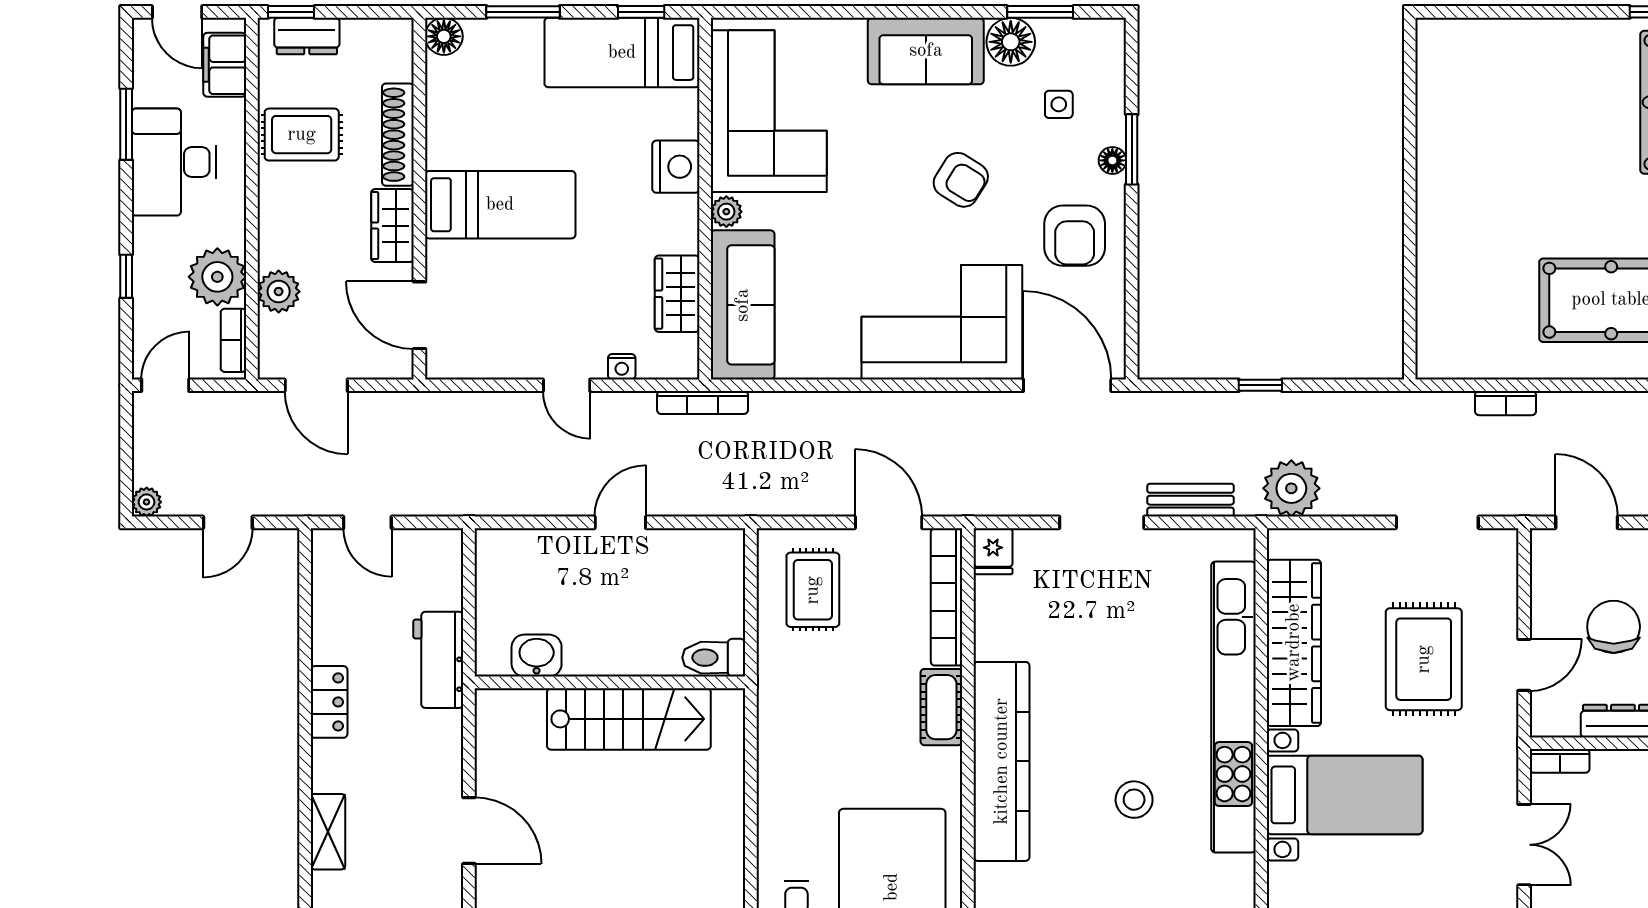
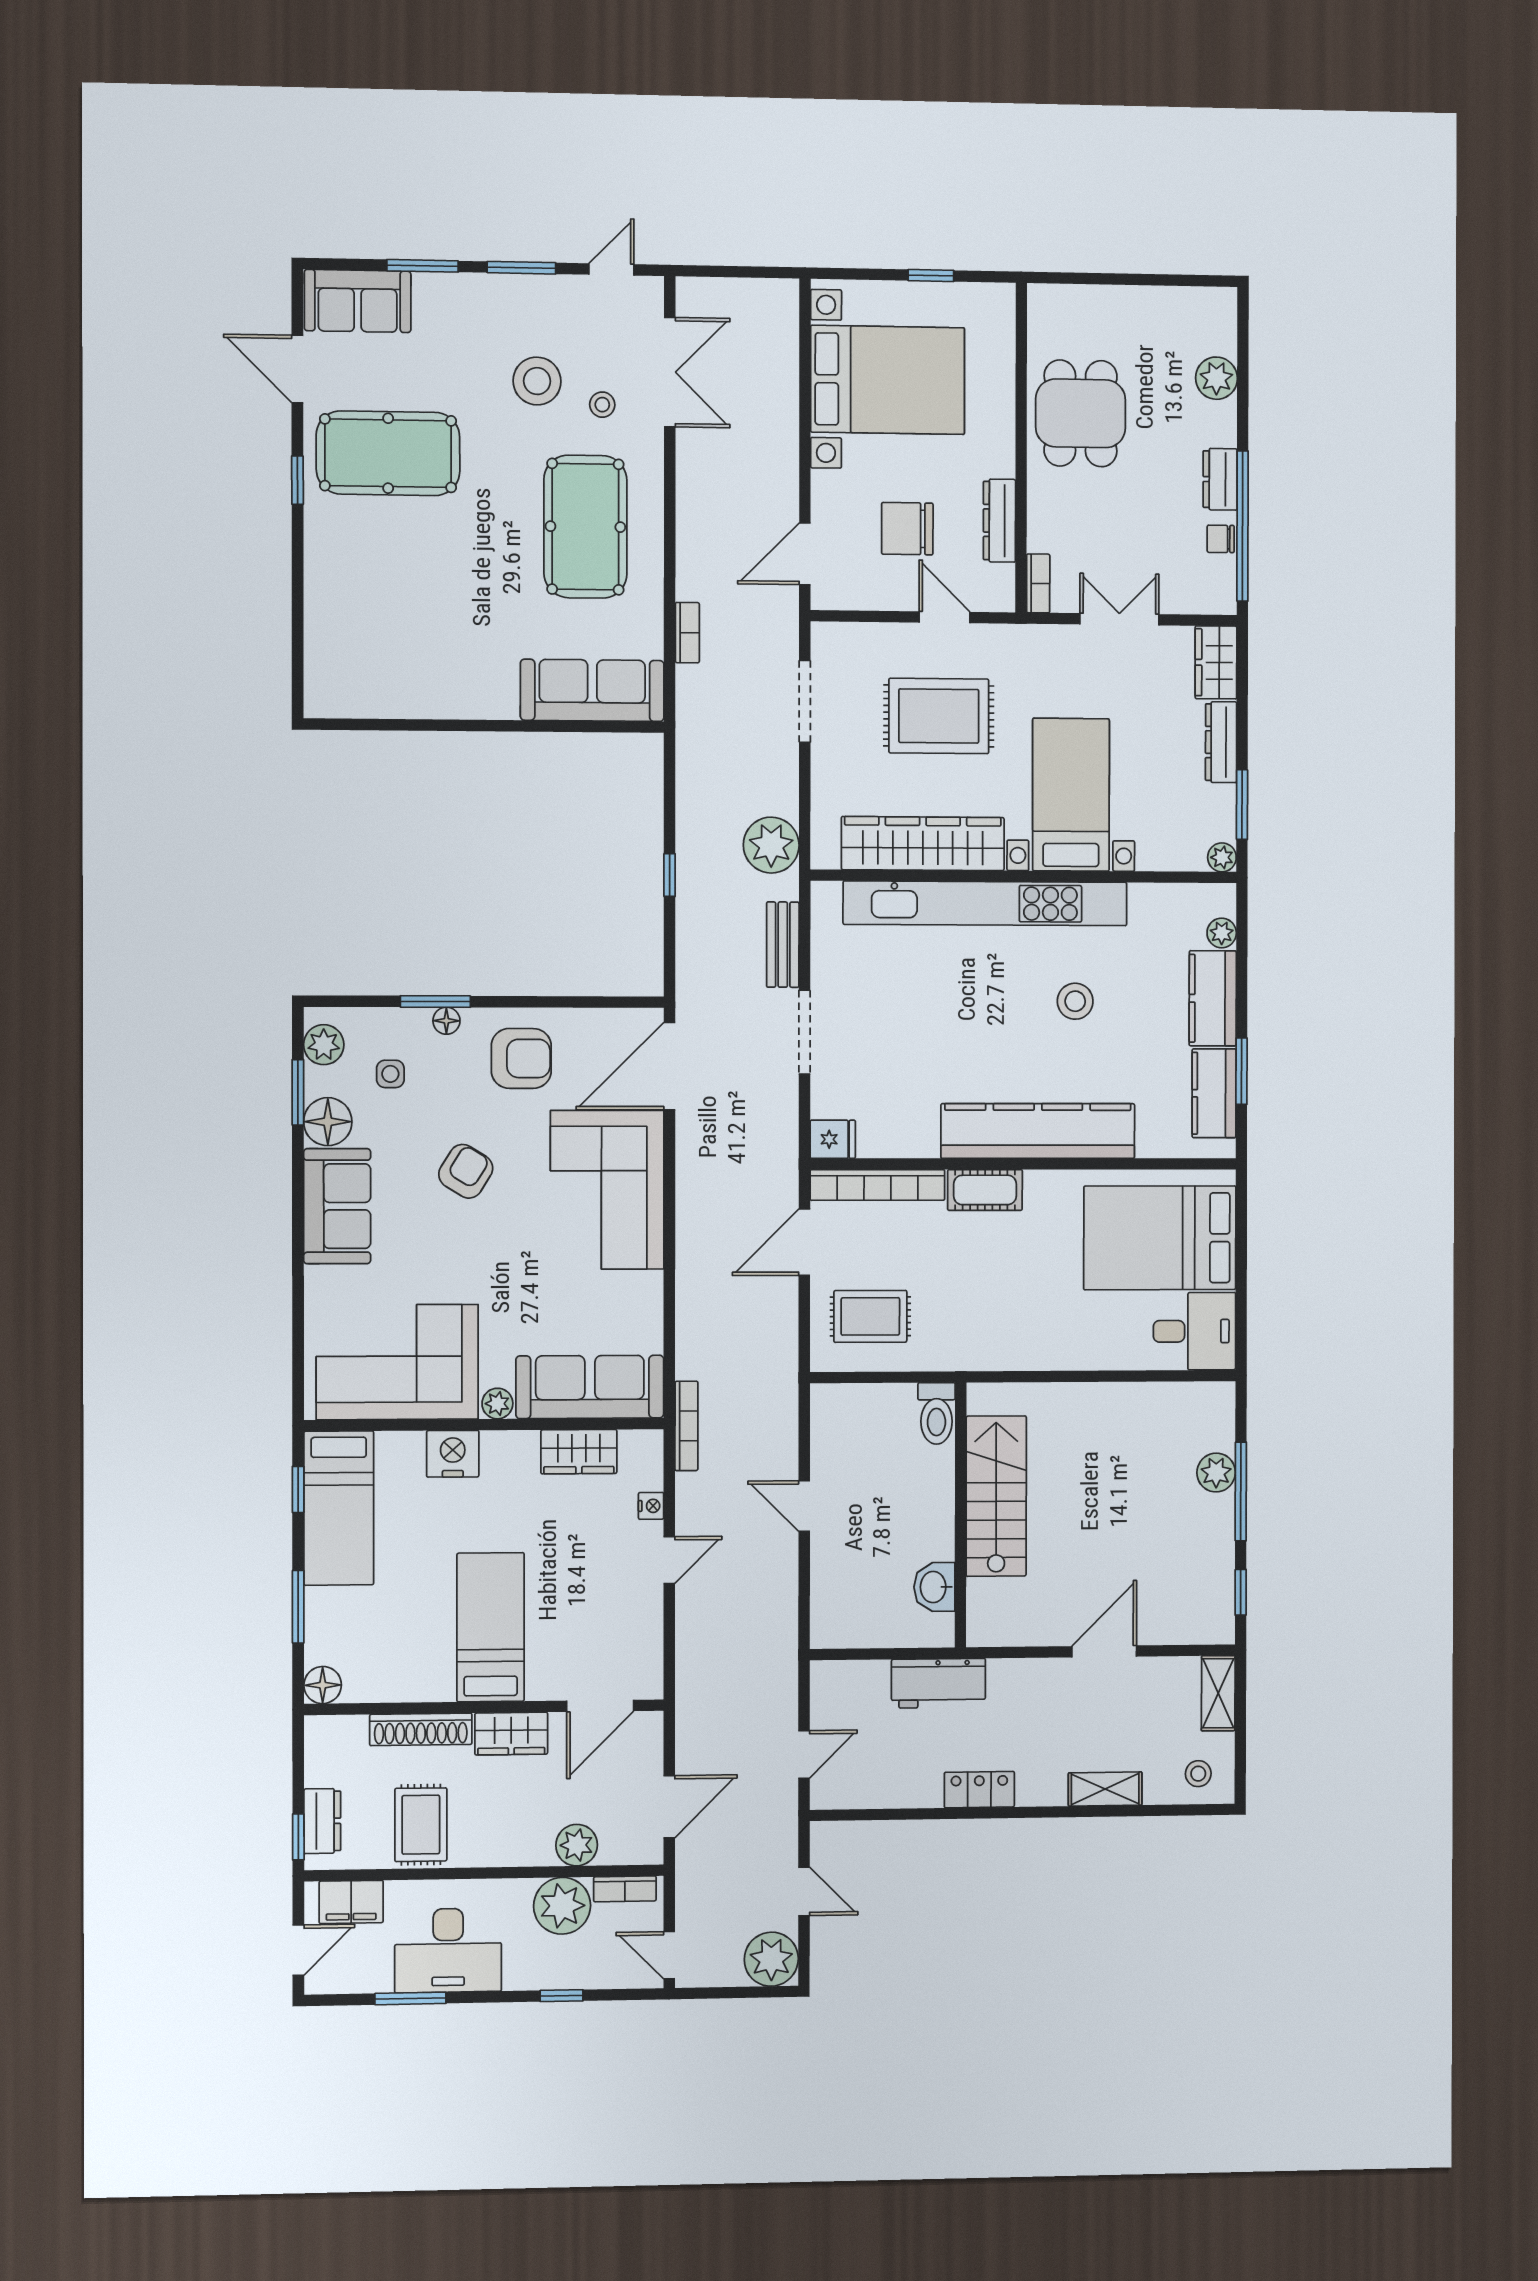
plant: (1088, 38) -> (324, 1045), added
sofa: (1446, 307) -> (592, 690), added
plant: (147, 502) -> (771, 1959), width x1.88, depth x1.88

